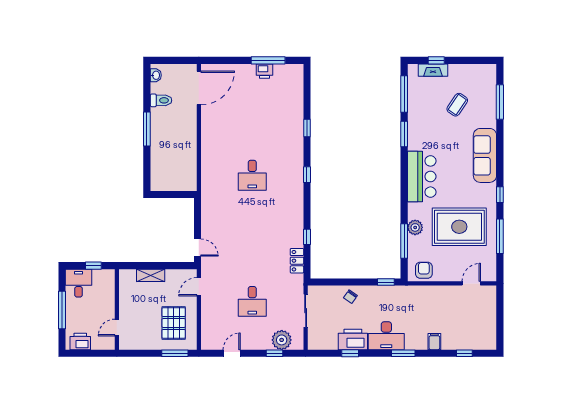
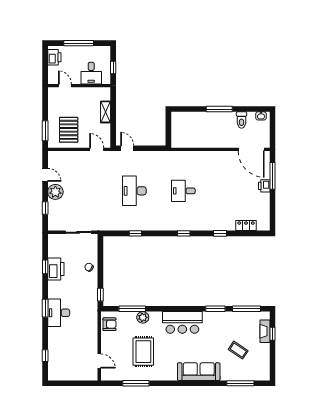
window: (268, 60) -> (273, 176), moved
printer: (264, 71) -> (264, 186), moved
window: (500, 195) -> (168, 383), removed
rug: (459, 227) -> (143, 352), width x0.73, depth x0.69
door: (198, 248) -> (127, 148), swing flipped
locker: (297, 261) -> (246, 226), moved
desk: (79, 283) -> (91, 73), moved, turned 90
desk: (252, 301) -> (134, 191), moved, width x1.37
pallet: (174, 323) -> (69, 130), turned 90
desk: (386, 336) -> (59, 313), moved
plant: (282, 340) -> (55, 192), moved
filing cabinet: (434, 342) -> (54, 332), removed

